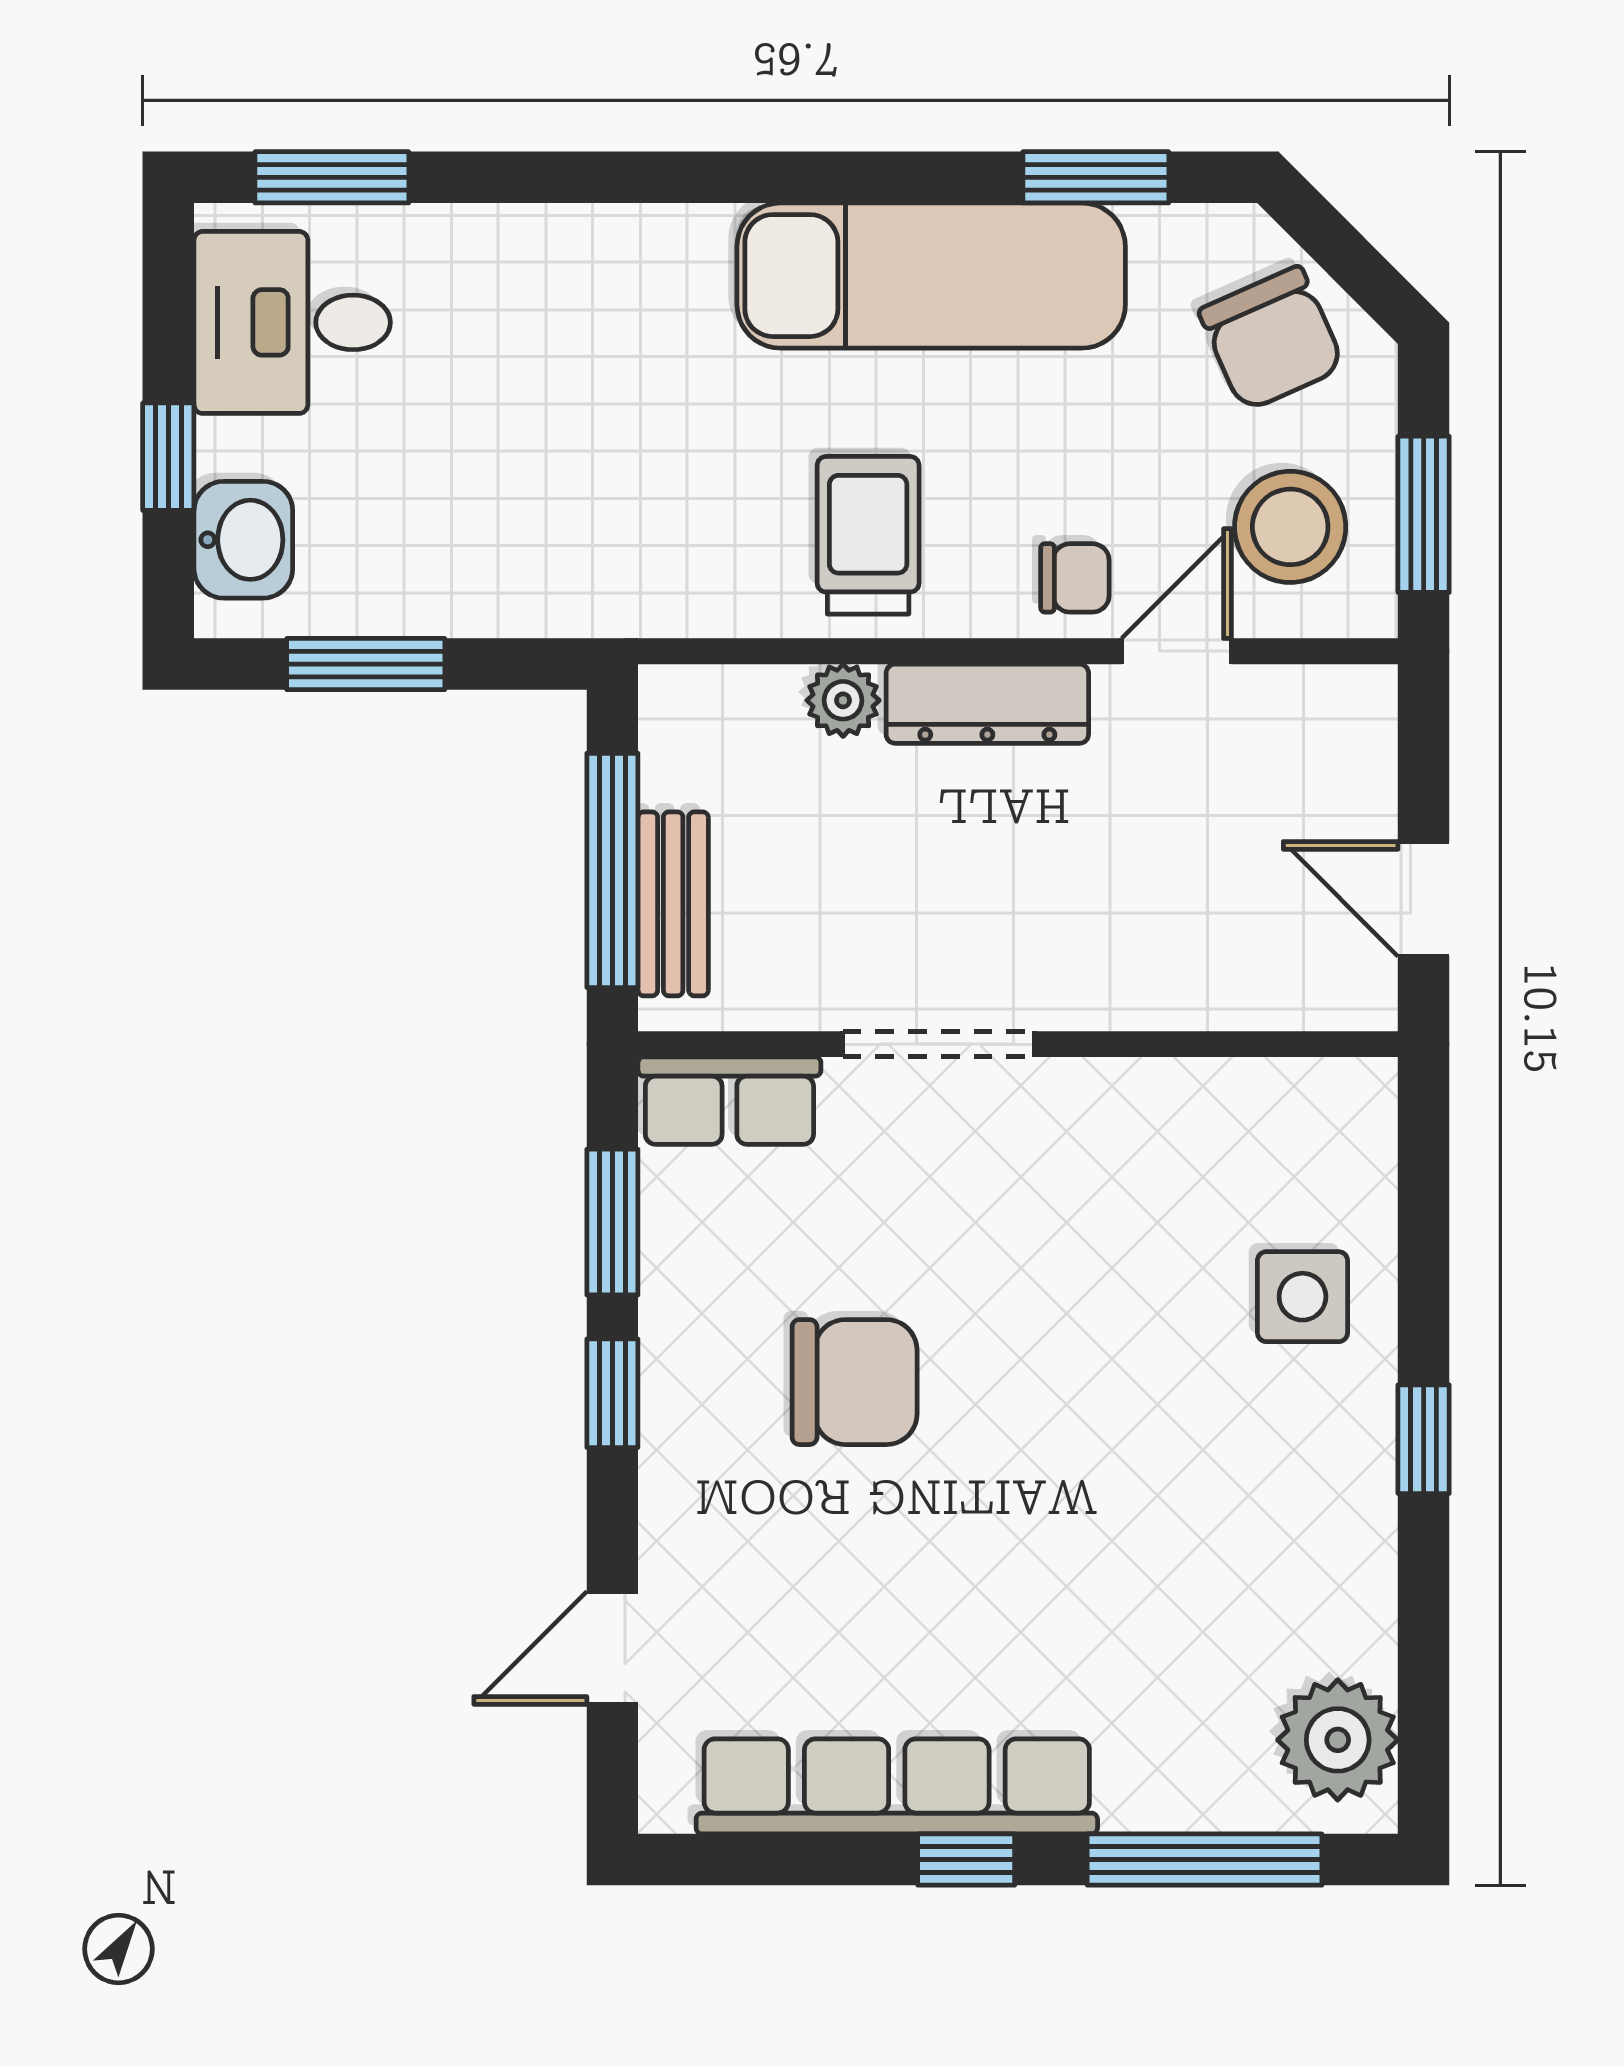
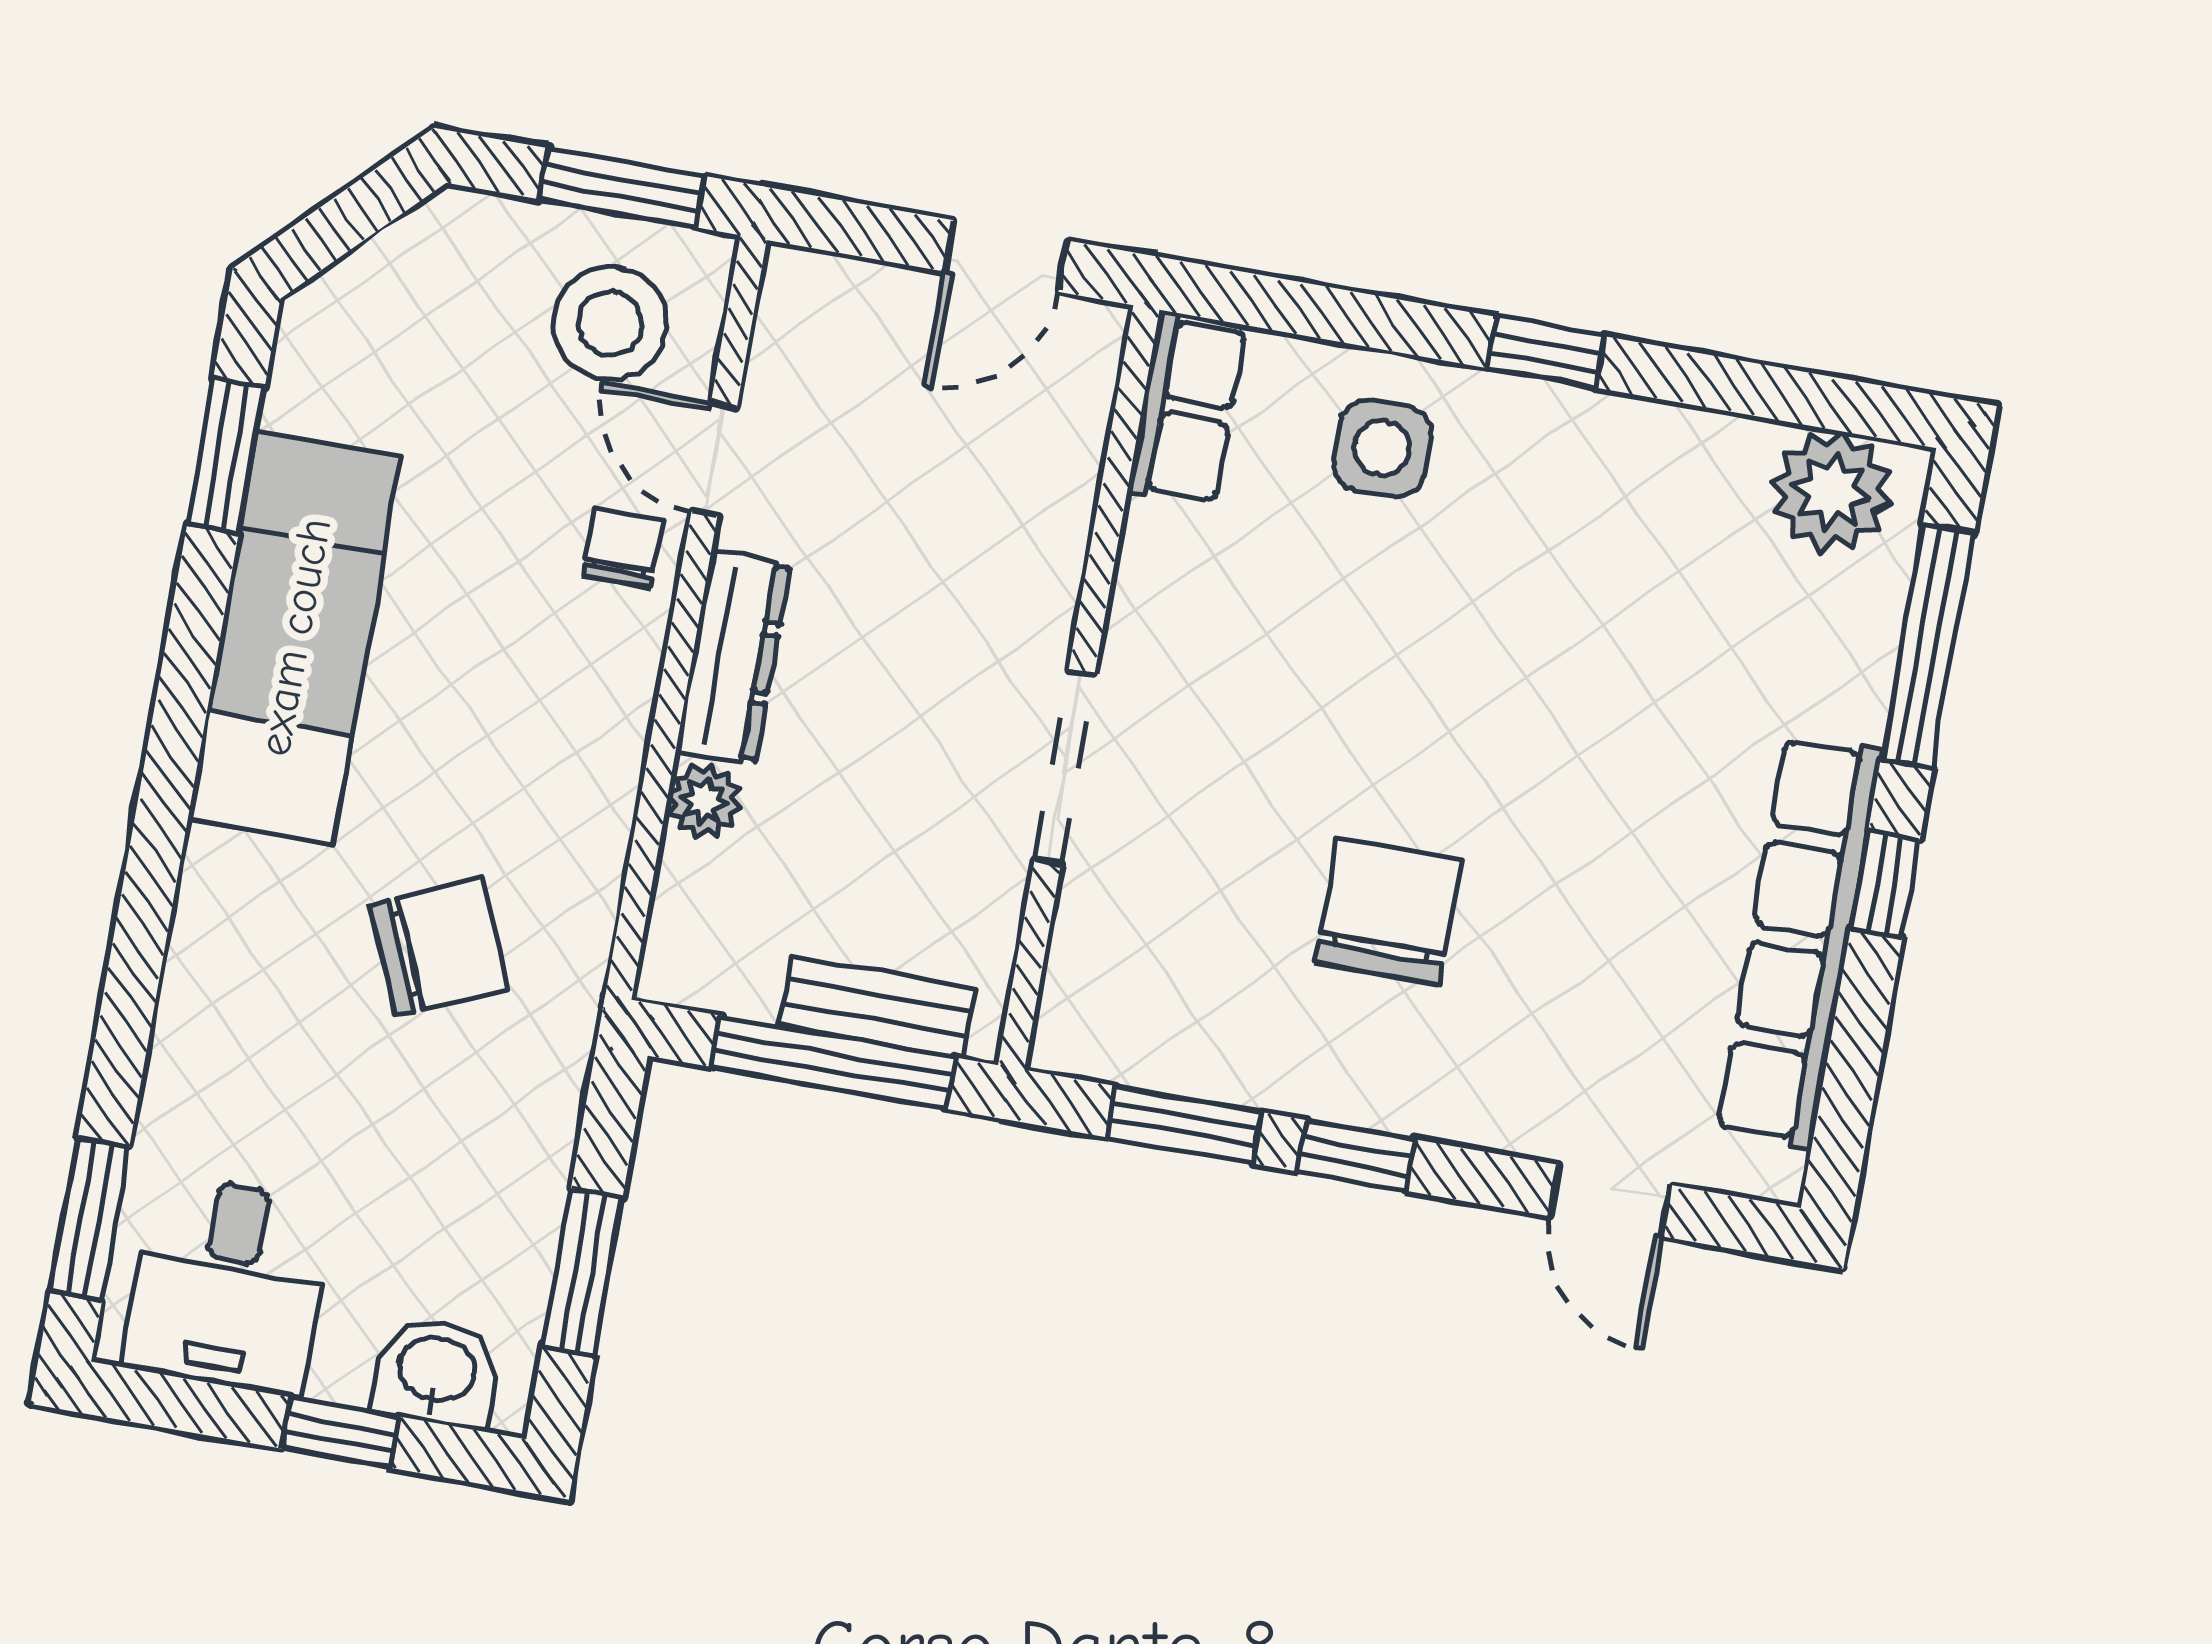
chair: (1272, 339) -> (439, 946), moved
trolley: (868, 535) -> (543, 747), removed
row of seats: (729, 1101) -> (1187, 409), moved

